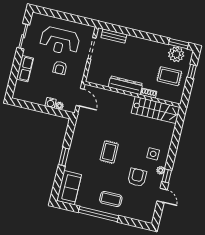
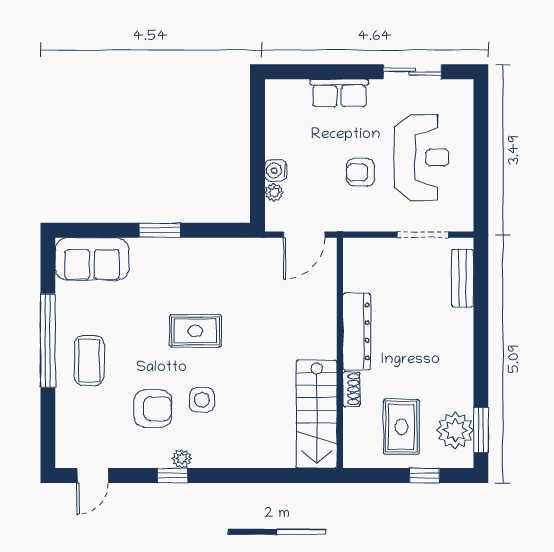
reception desk: (60, 41) -> (422, 157), turned 180
side table: (153, 154) -> (202, 400), moved
door: (162, 195) -> (93, 476), moved

